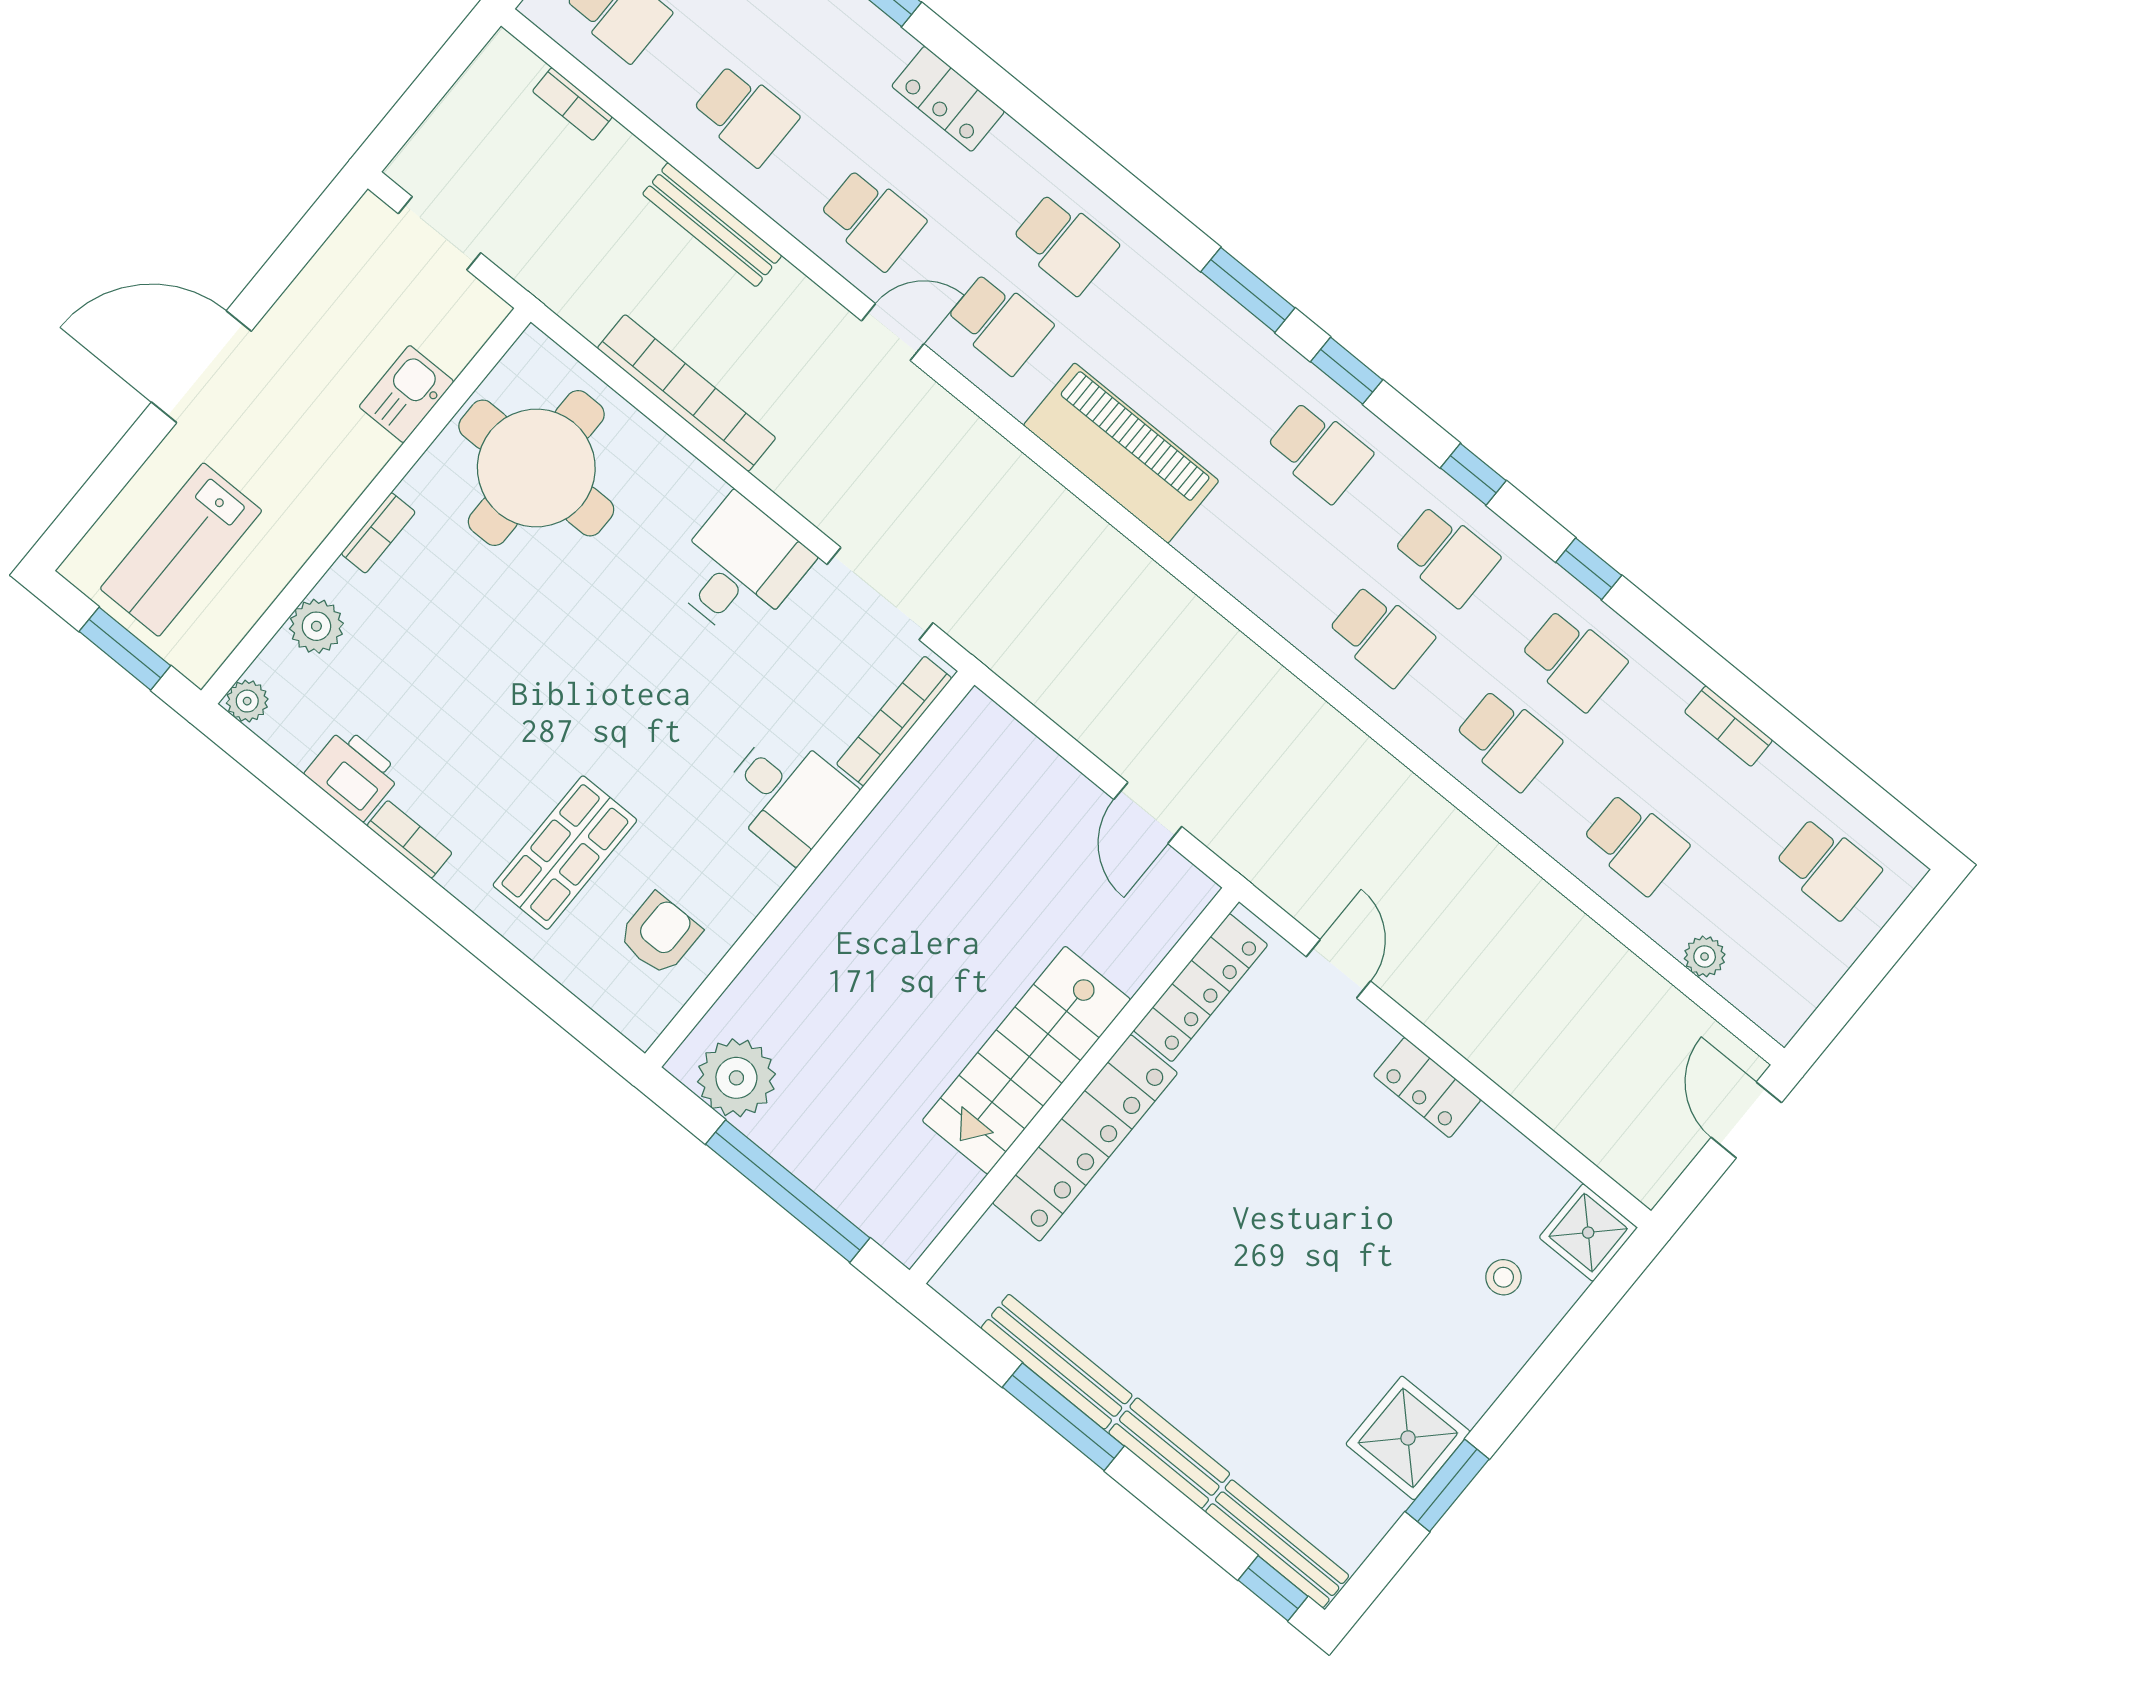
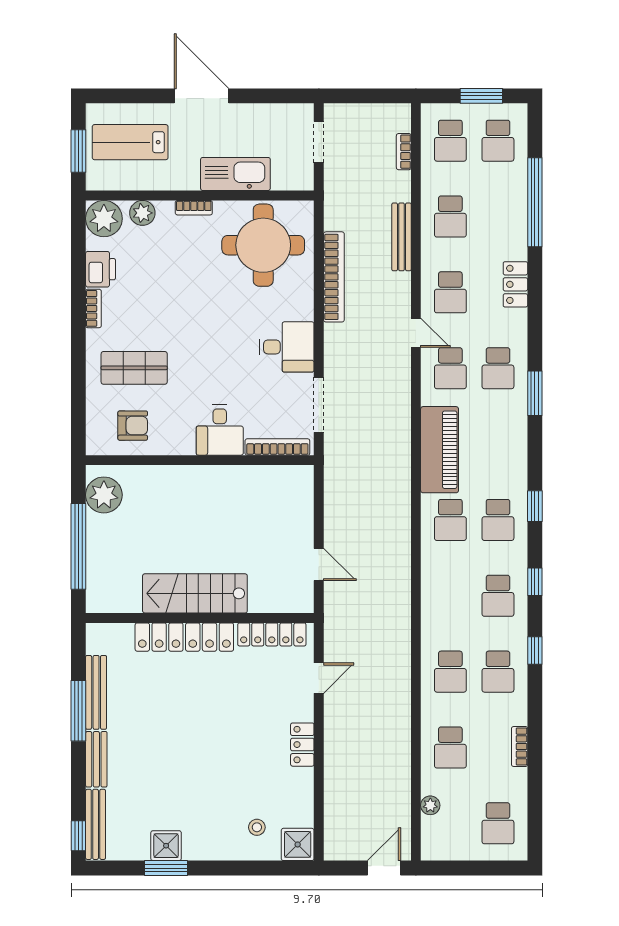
window: (1248, 290) -> (535, 393), moved
kitchen sink: (406, 394) -> (235, 174), width x1.88, depth x1.24
school desk: (1381, 635) -> (450, 520), moved
plant: (247, 701) -> (104, 219), width x1.88, depth x1.88
door: (1148, 813) -> (319, 564), swing flipped
shower: (1408, 1438) -> (166, 846), width x0.73, depth x0.73

